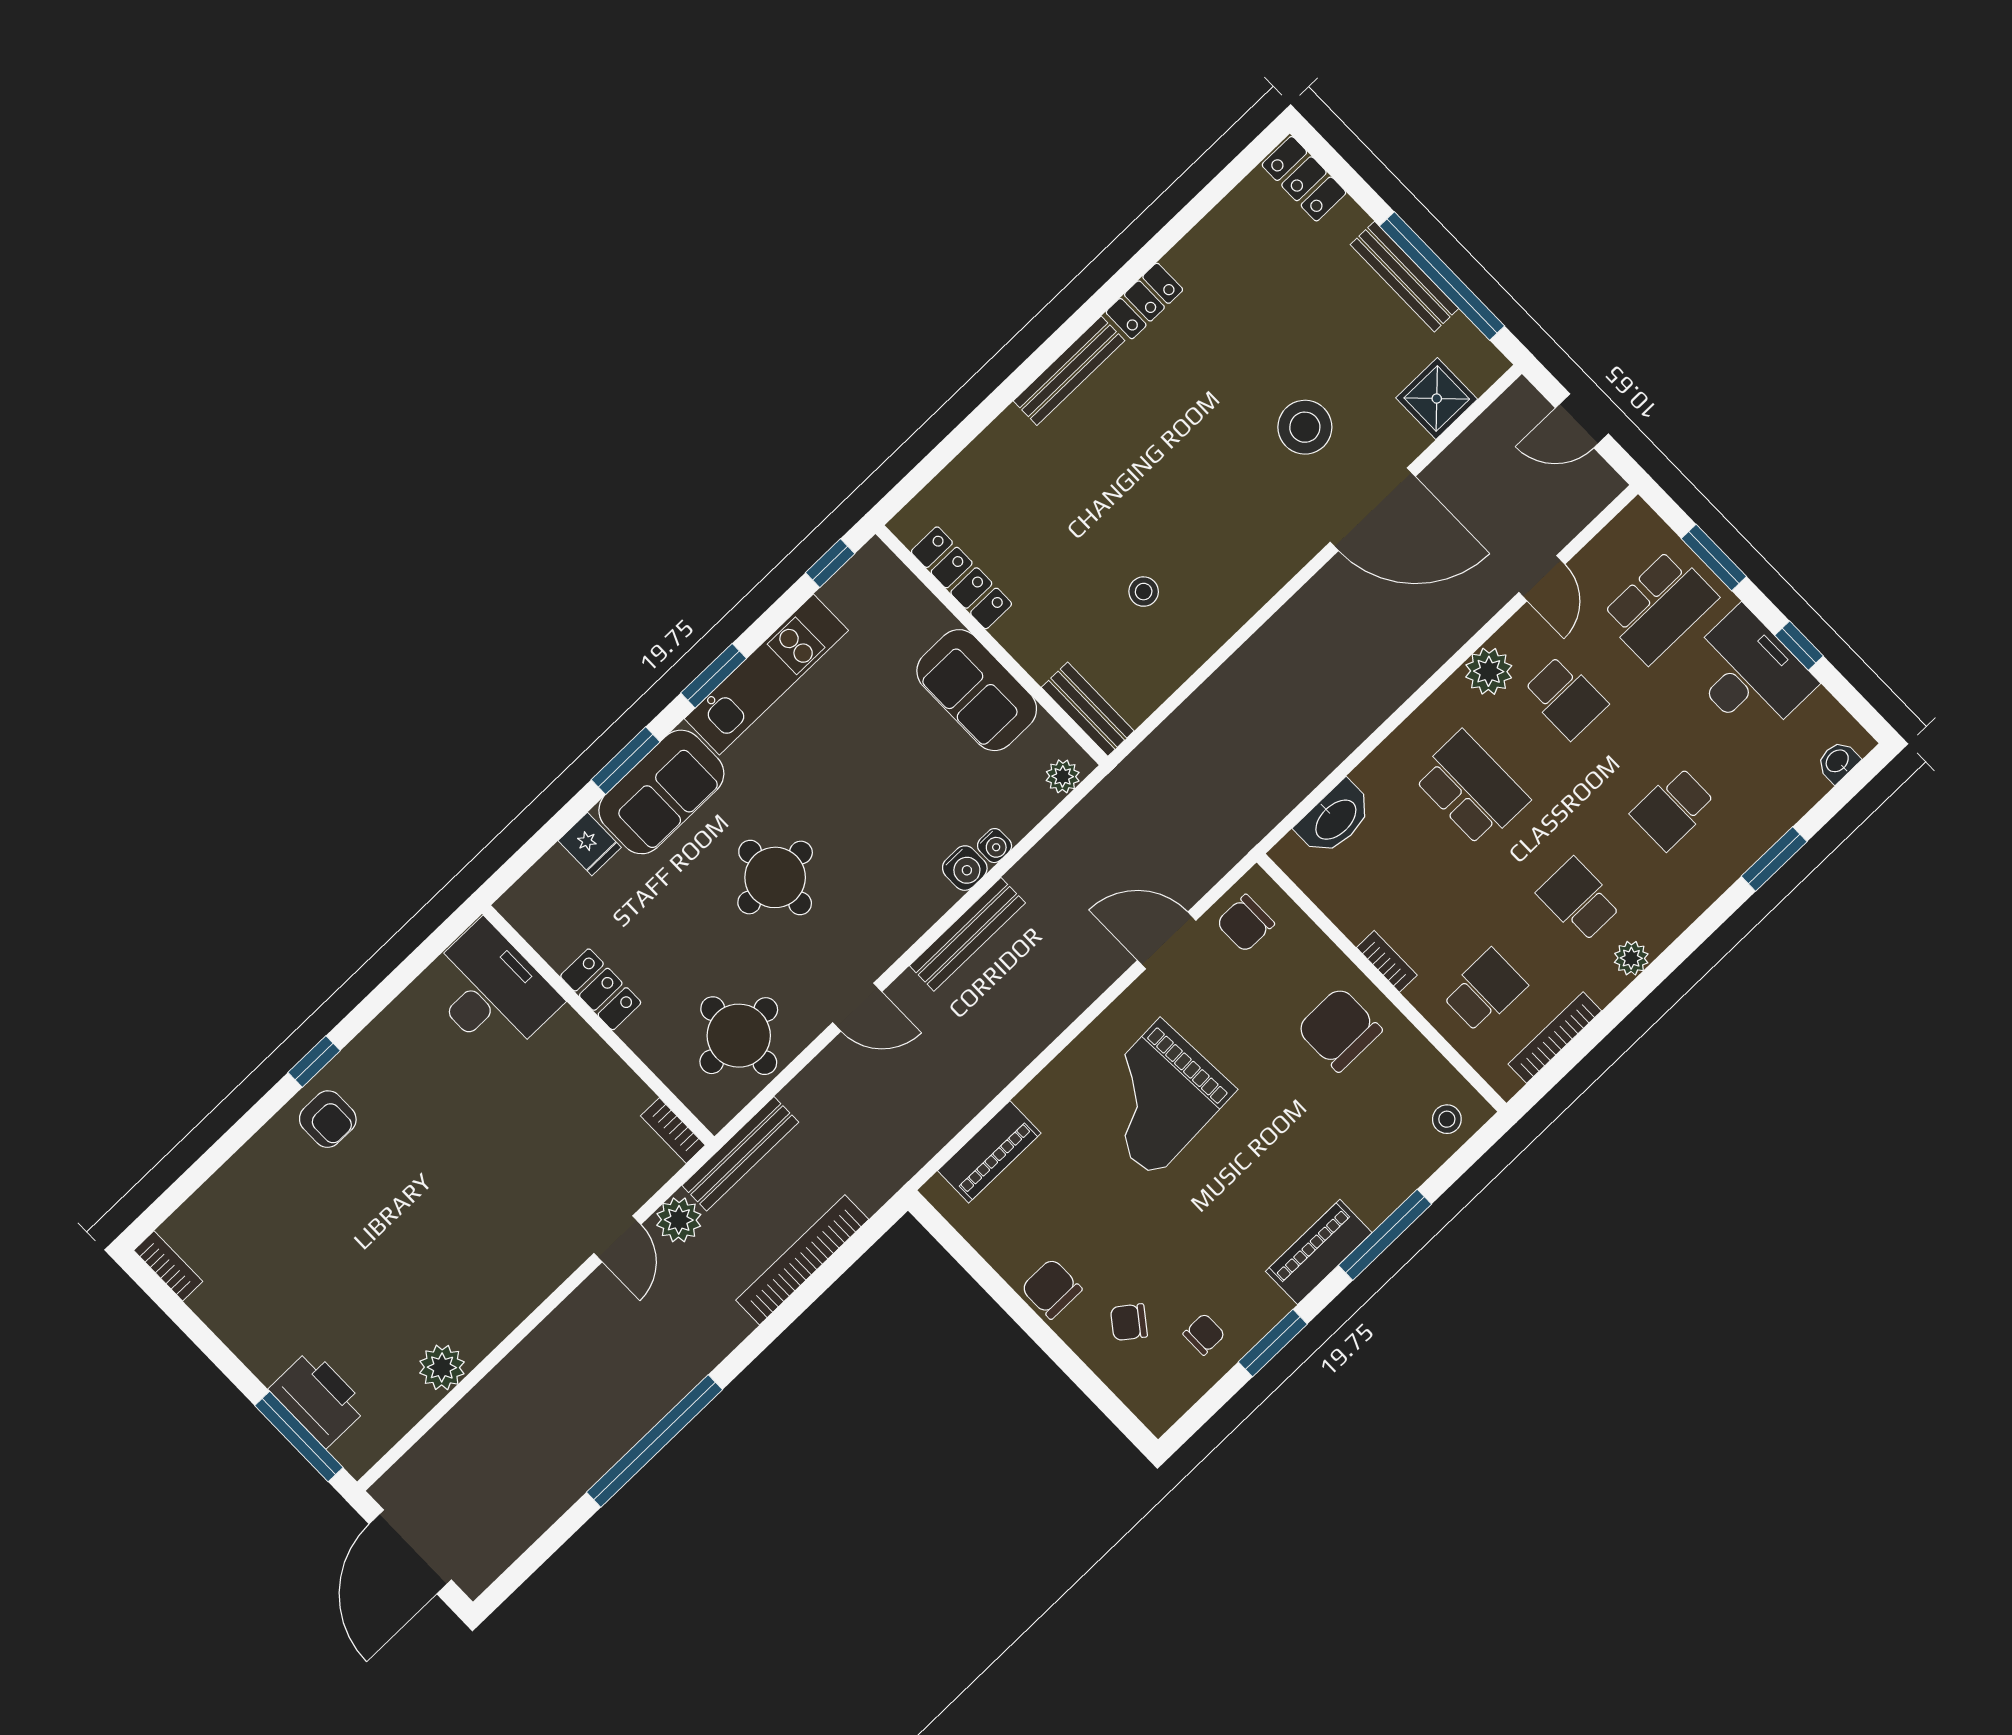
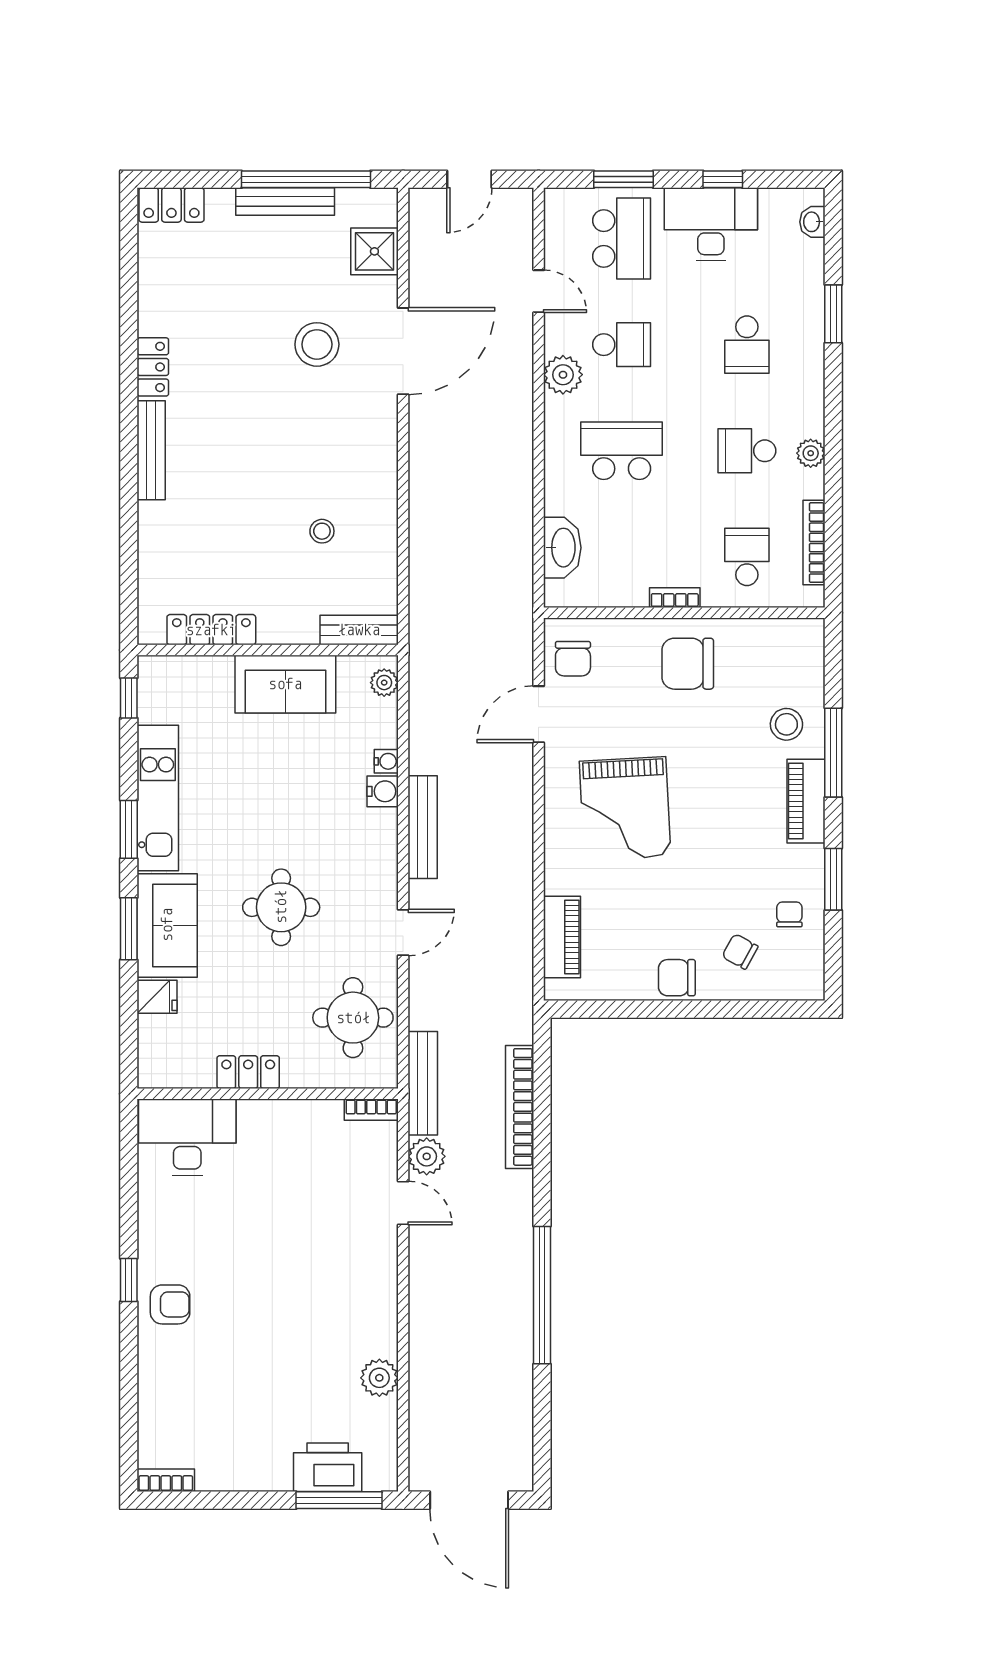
stool: (1447, 1119) -> (786, 724), moved, width x1.37, depth x1.37
chair: (1129, 1322) -> (740, 951), turned 82

